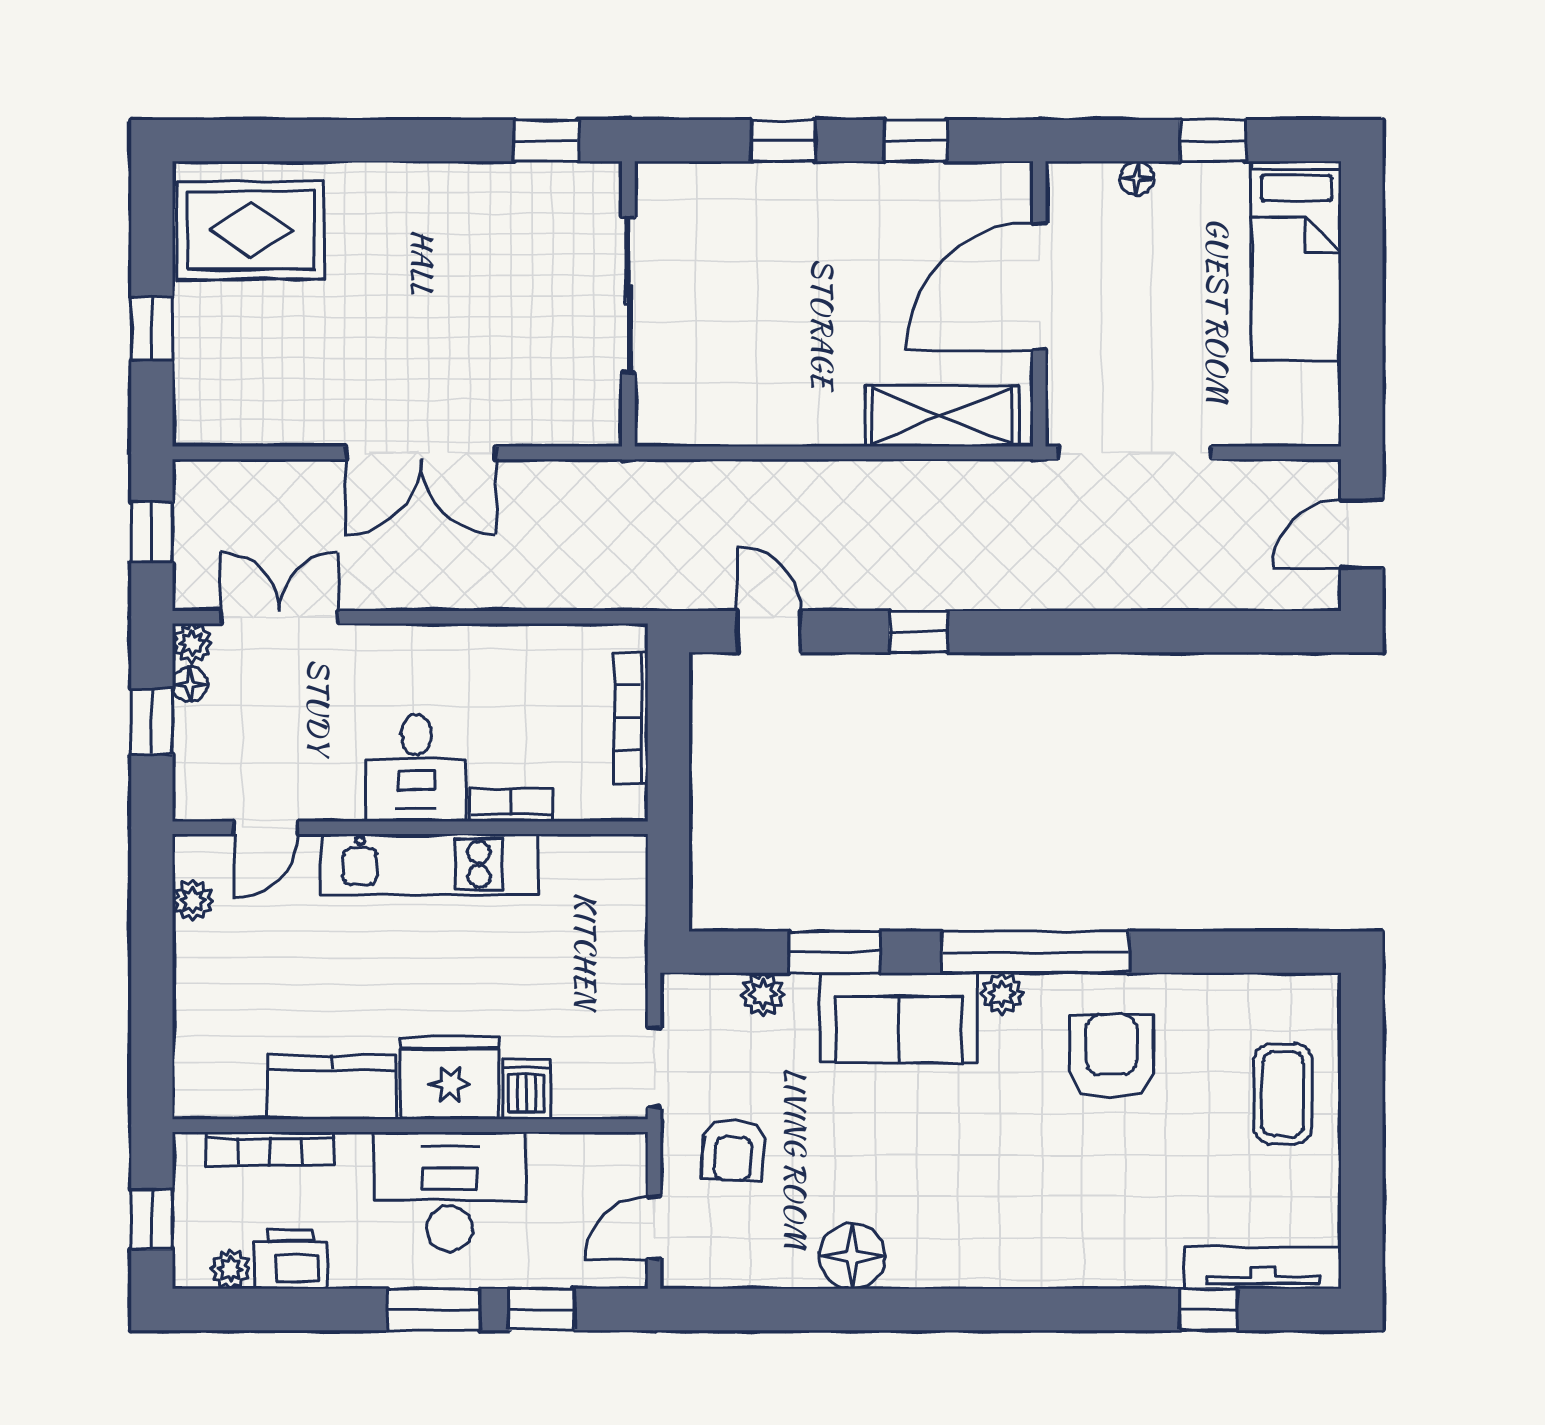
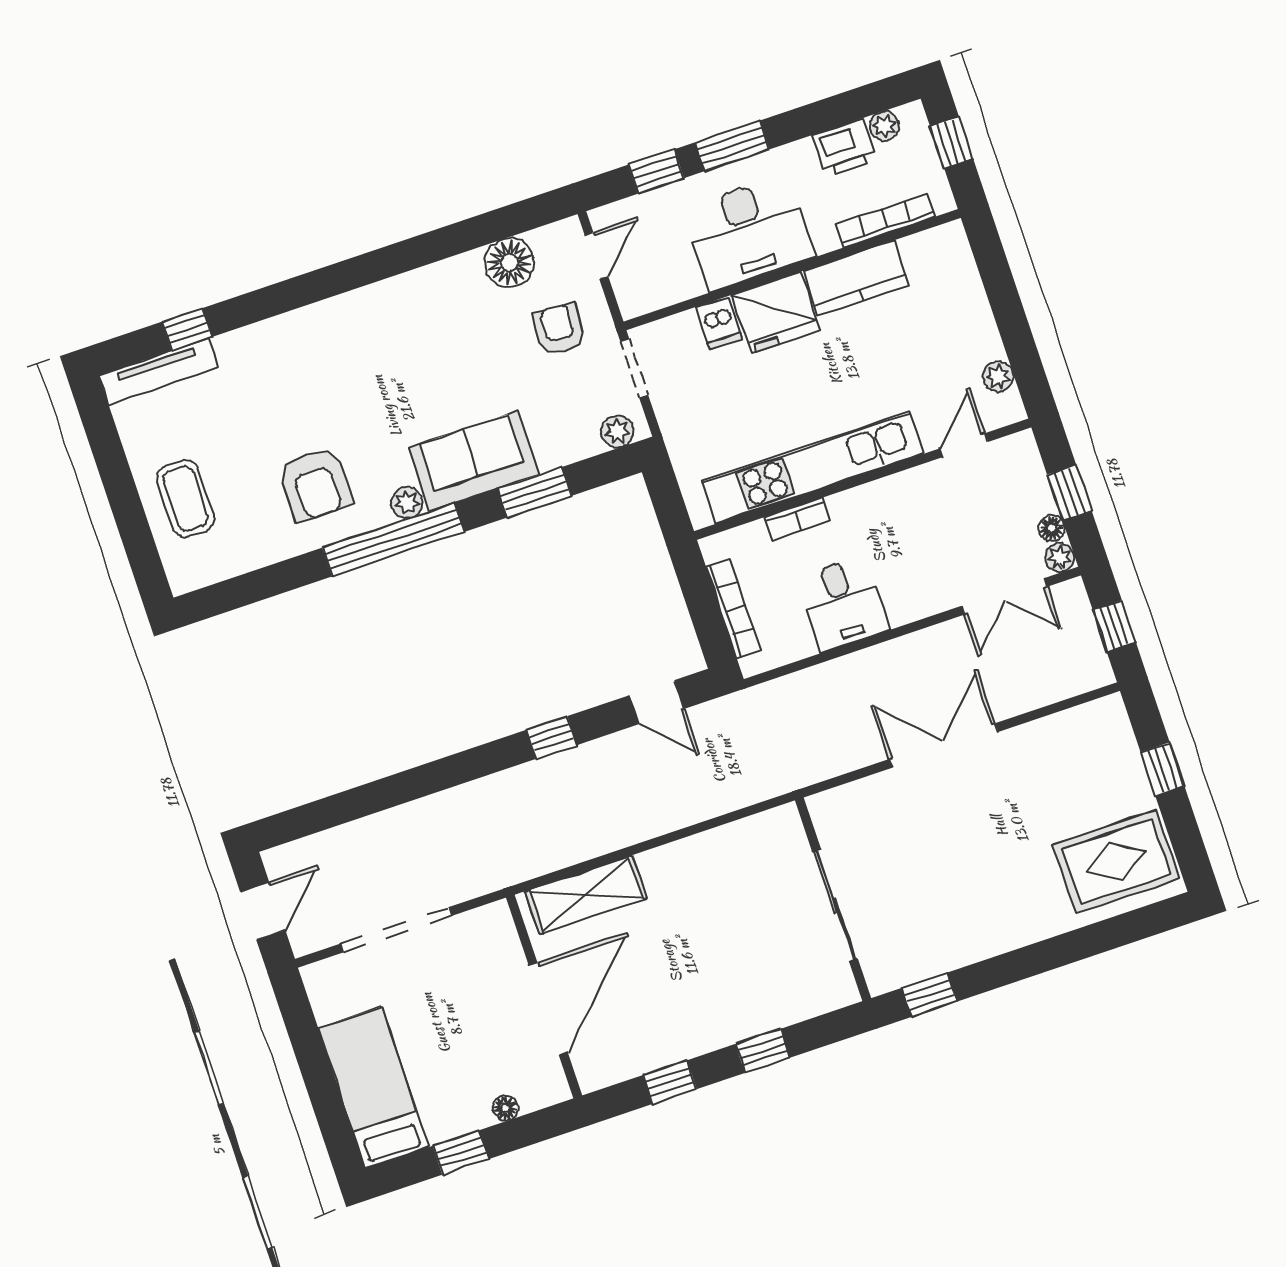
doorway: (1135, 453) -> (396, 930), moved
desk: (416, 768) -> (843, 604), moved, turned 180
kitchen unit: (429, 864) -> (813, 467), width x1.36
plant: (763, 994) -> (617, 431), moved
floor lamp: (852, 1256) -> (509, 263), moved

